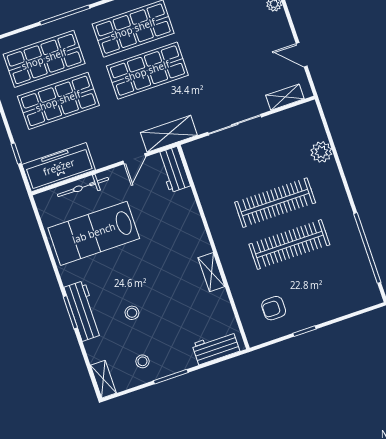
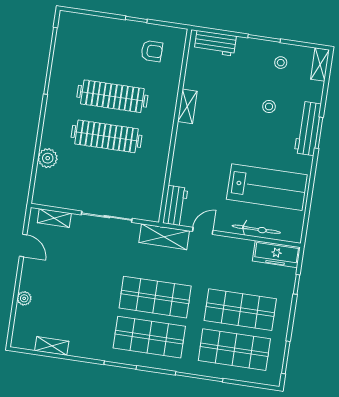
freezer: (59, 167) -> (276, 254), width x0.73, depth x0.79

